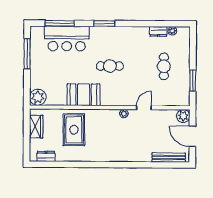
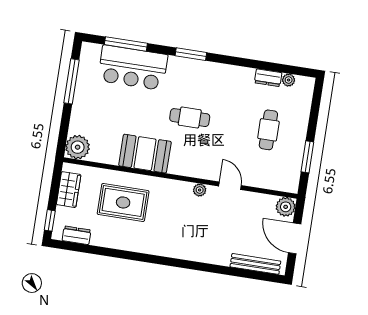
door: (144, 108) -> (230, 186), hinge flipped
rug: (74, 130) -> (123, 202), turned 90
window: (27, 149) -> (50, 220), added

